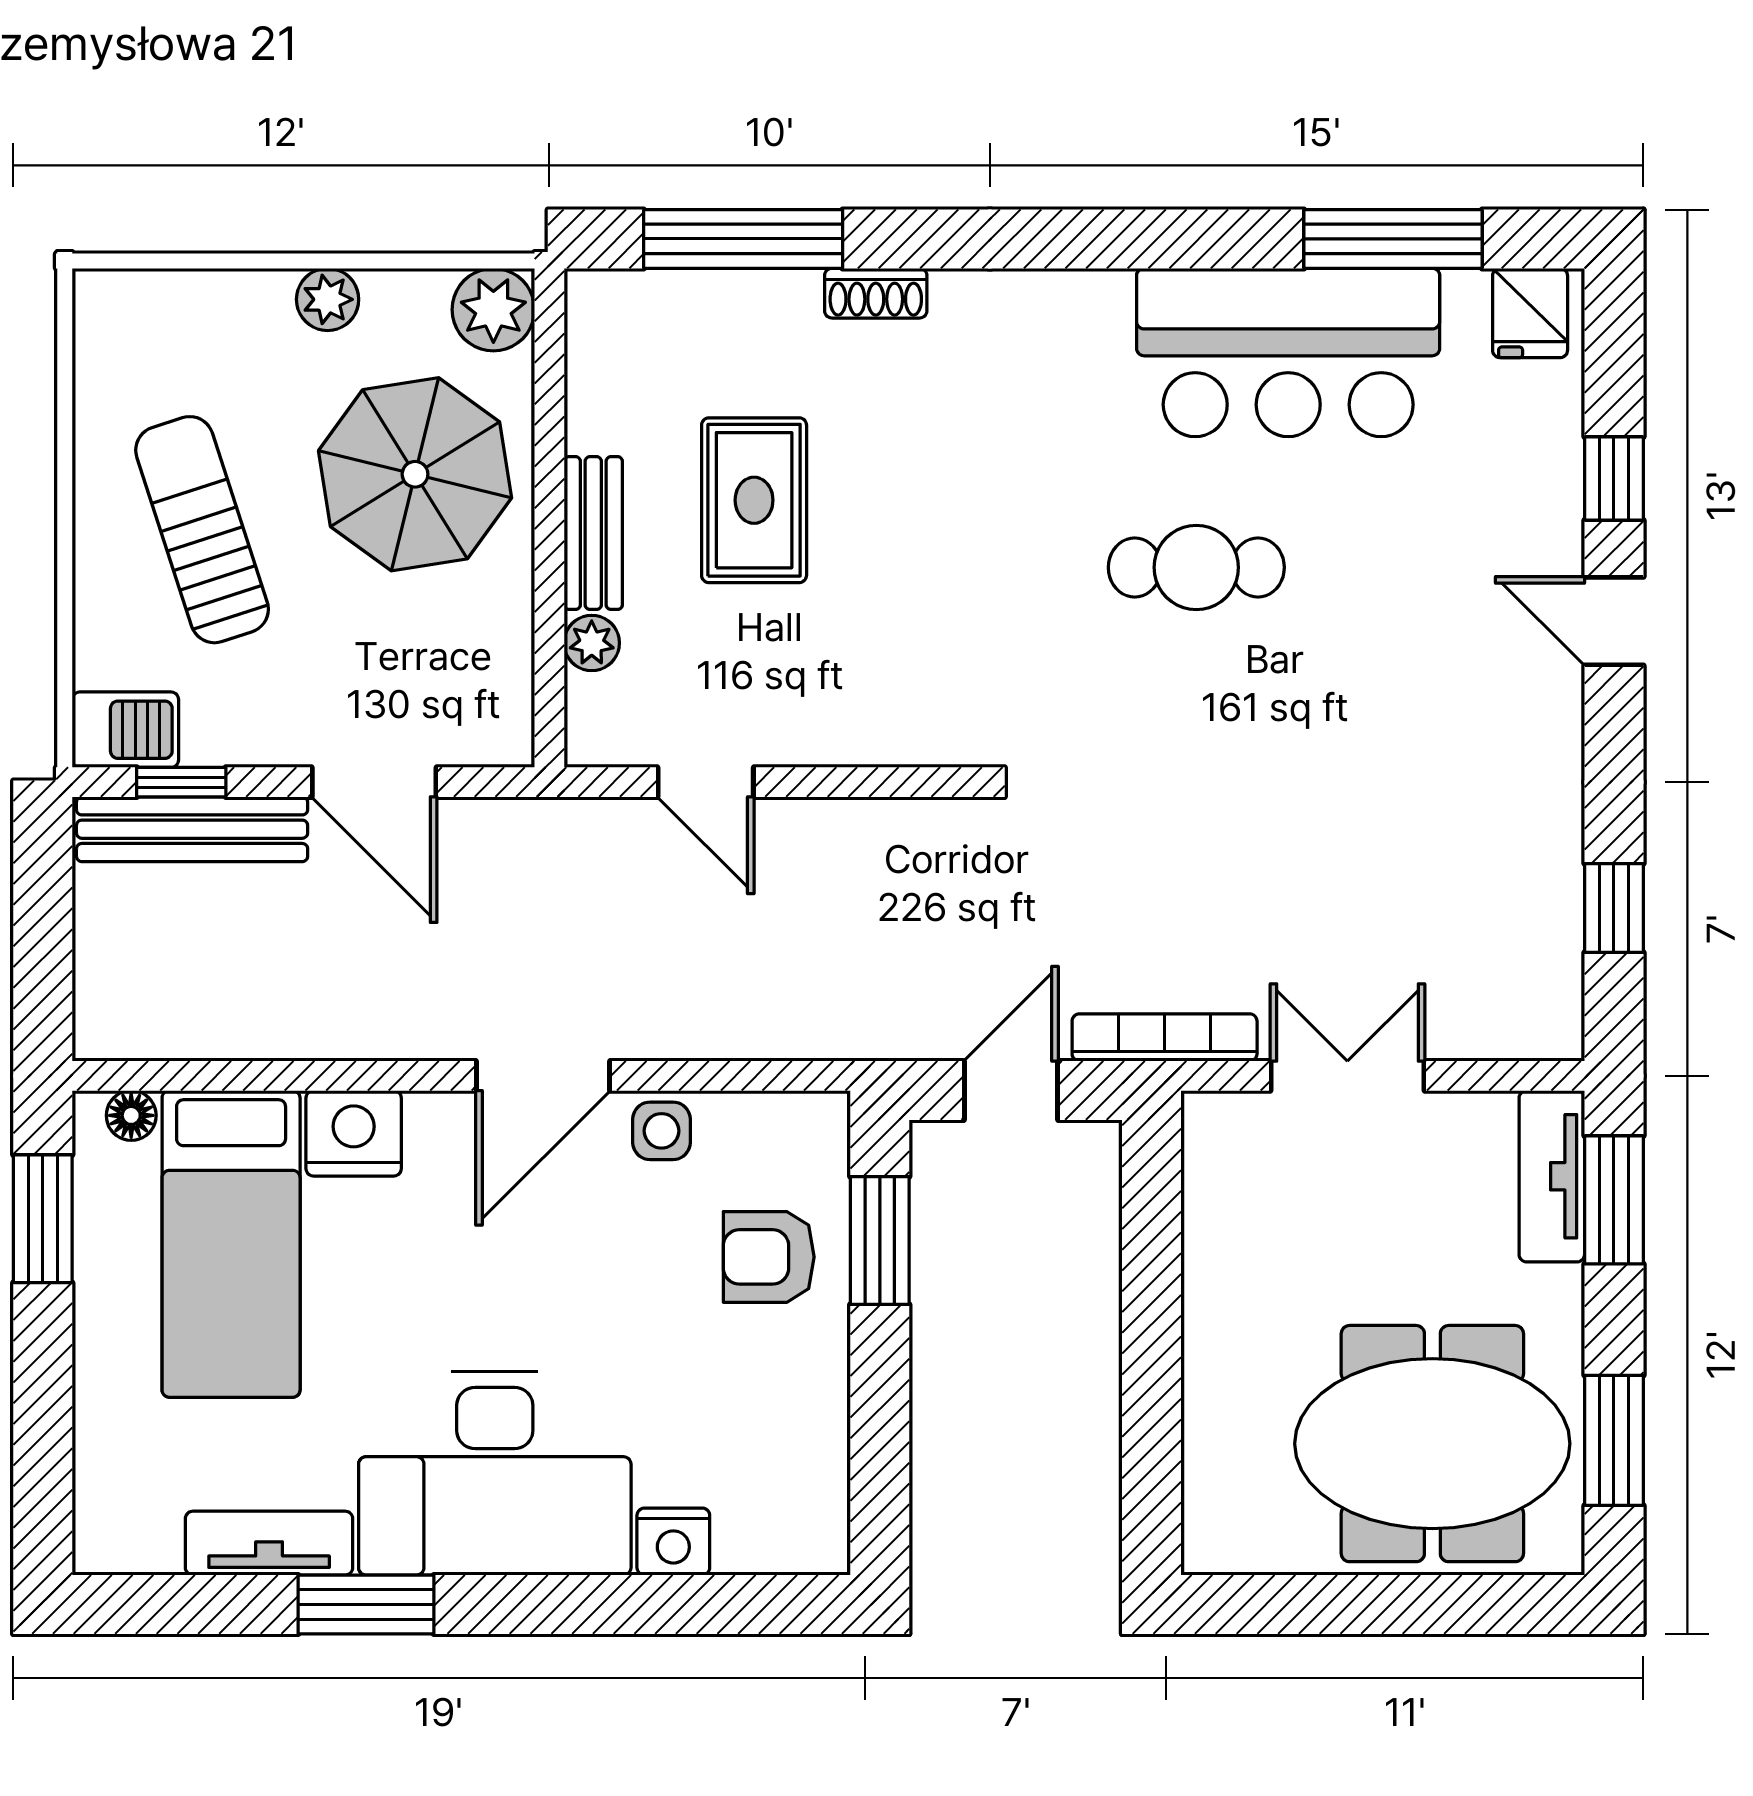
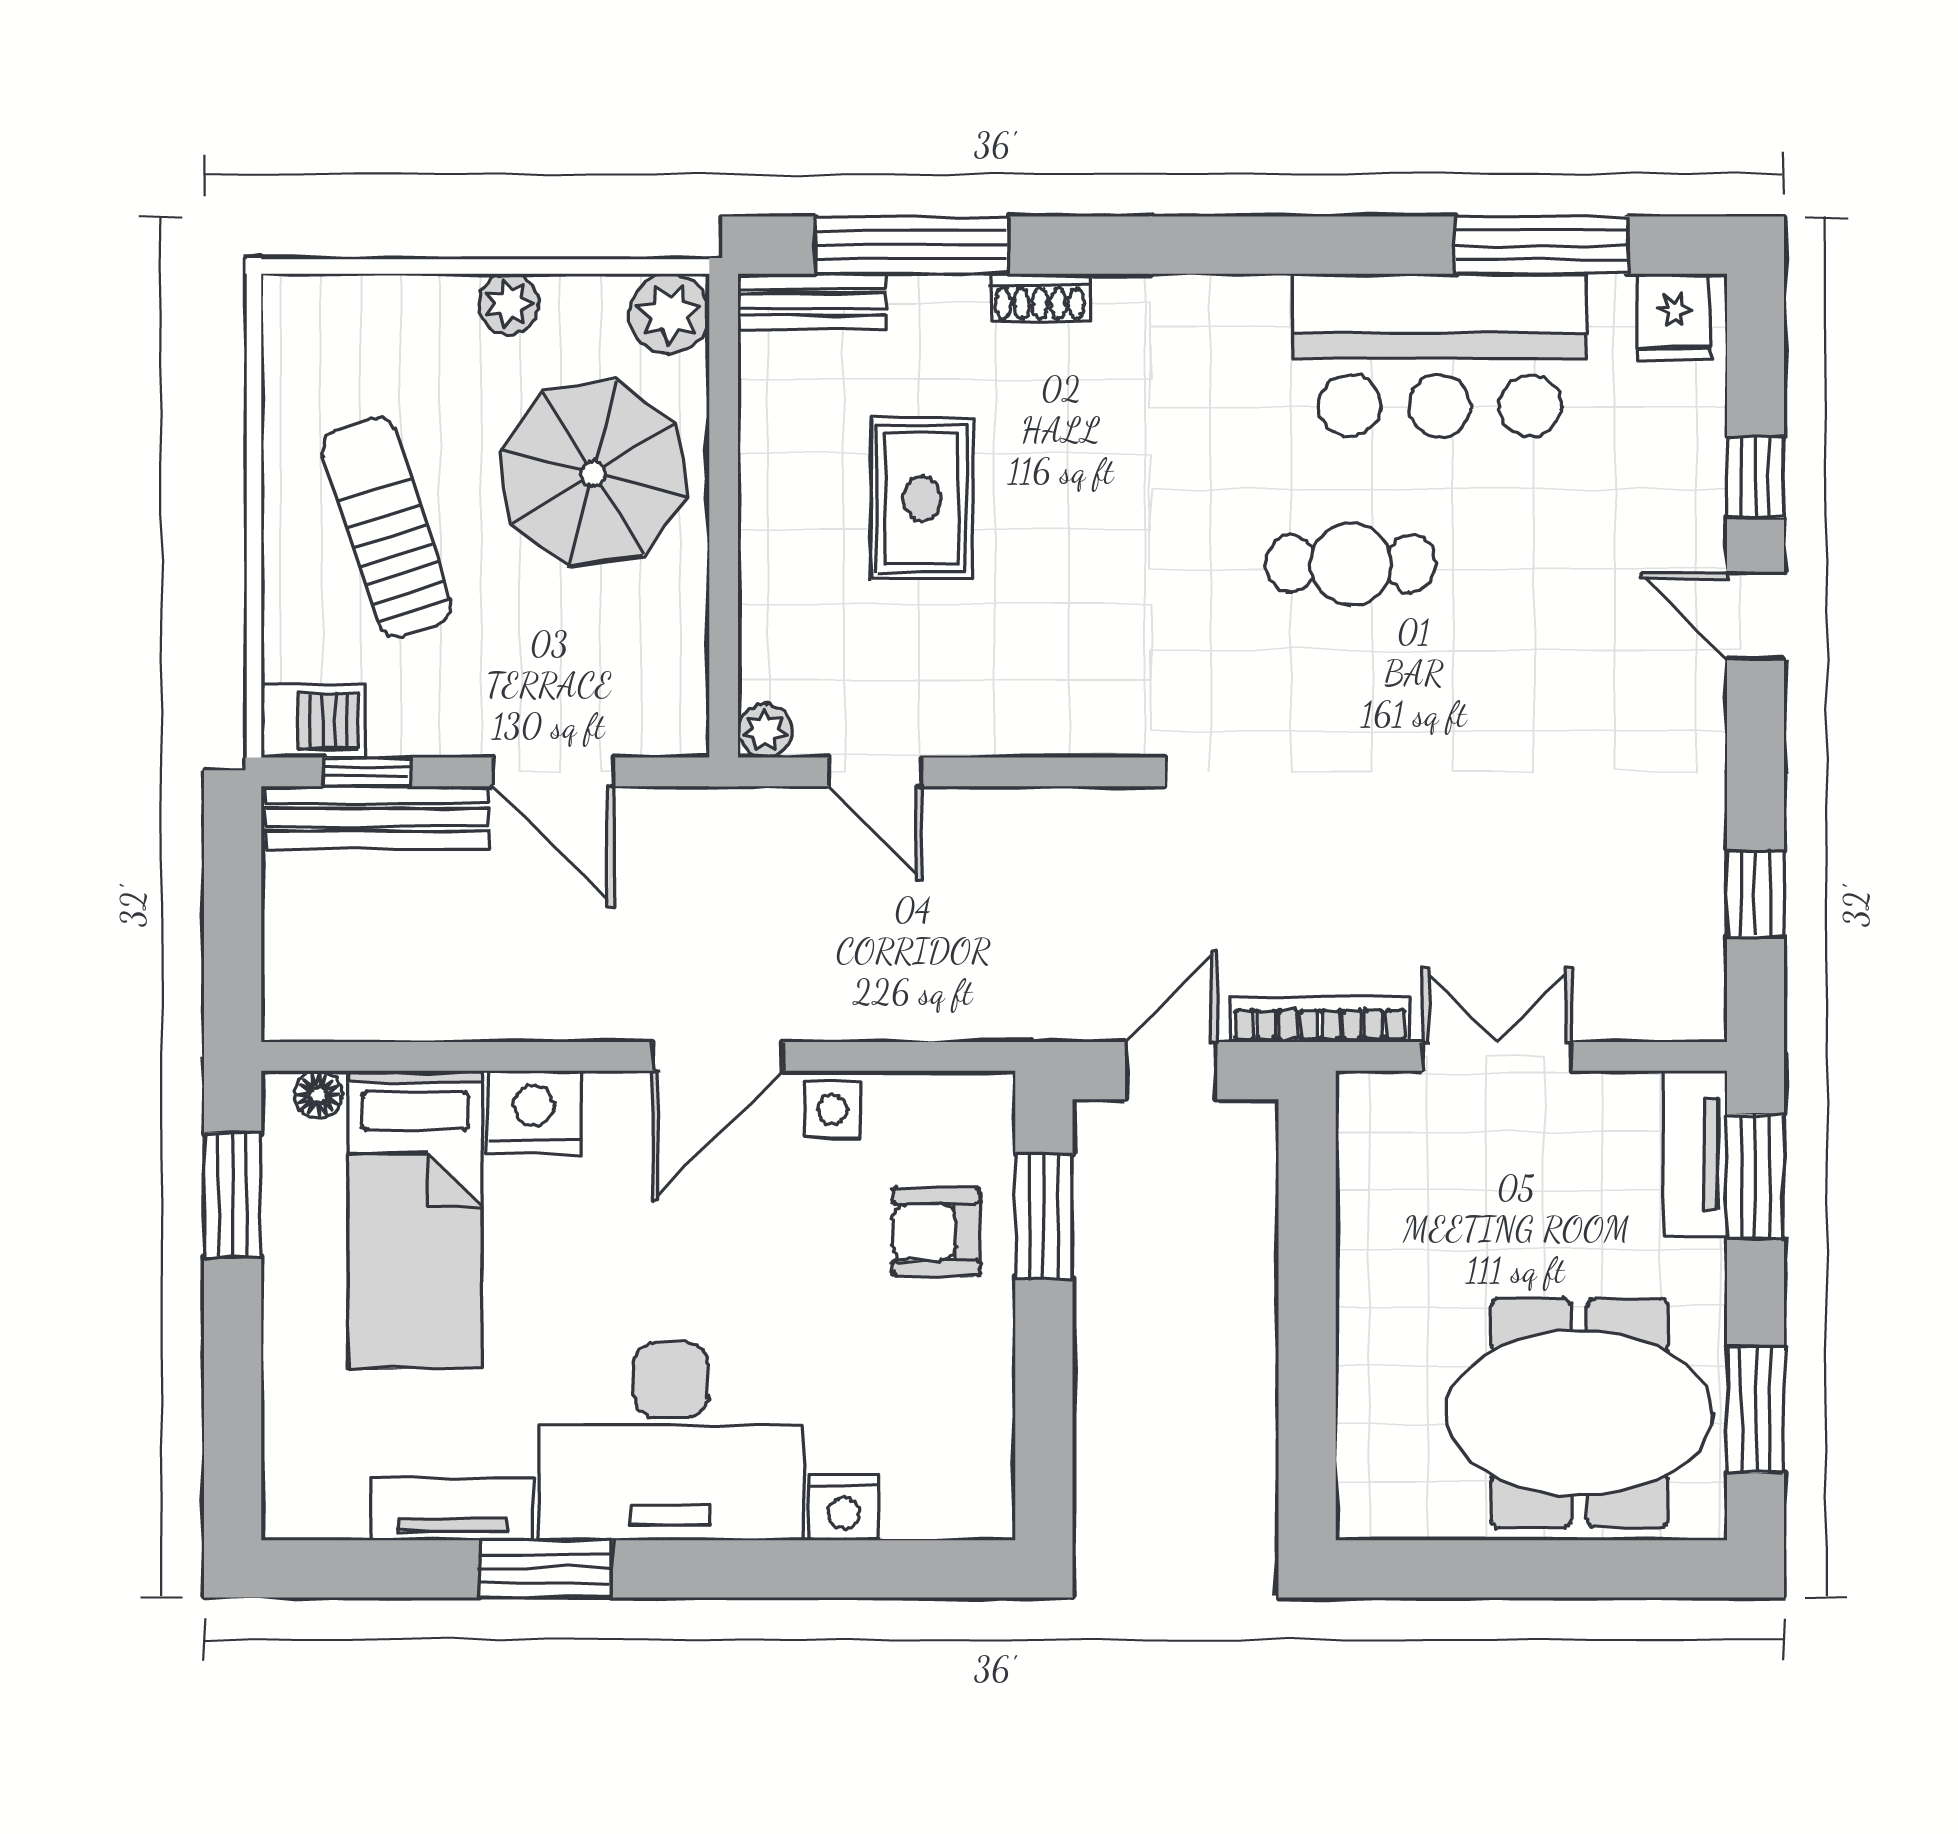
bench: (593, 533) -> (812, 302), moved, turned 90
plant: (592, 643) -> (765, 731), moved

